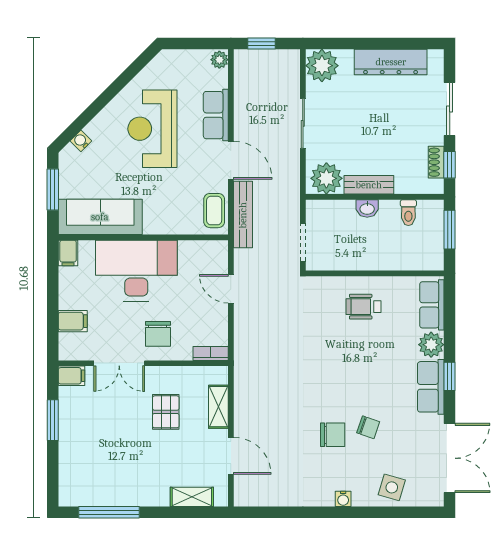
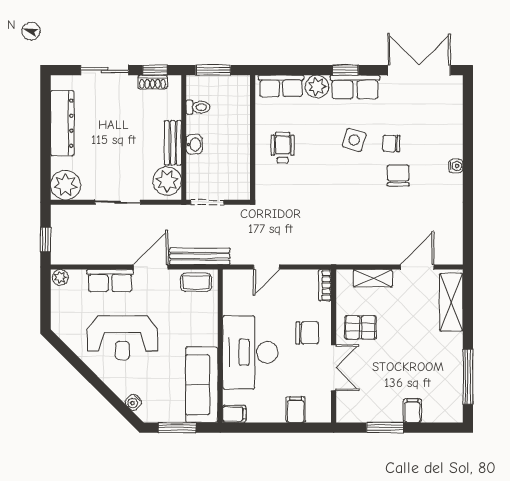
doorway: (303, 243) -> (207, 202), moved
wheelchair: (363, 307) -> (283, 148), turned 180
filing cabinet: (72, 376) -> (412, 411), moved
pallet: (166, 412) -> (360, 327), moved
chair: (368, 427) -> (391, 143), turned -107
side table: (392, 487) -> (354, 140), moved
shelving: (192, 497) -> (451, 302), width x1.50, depth x1.33

